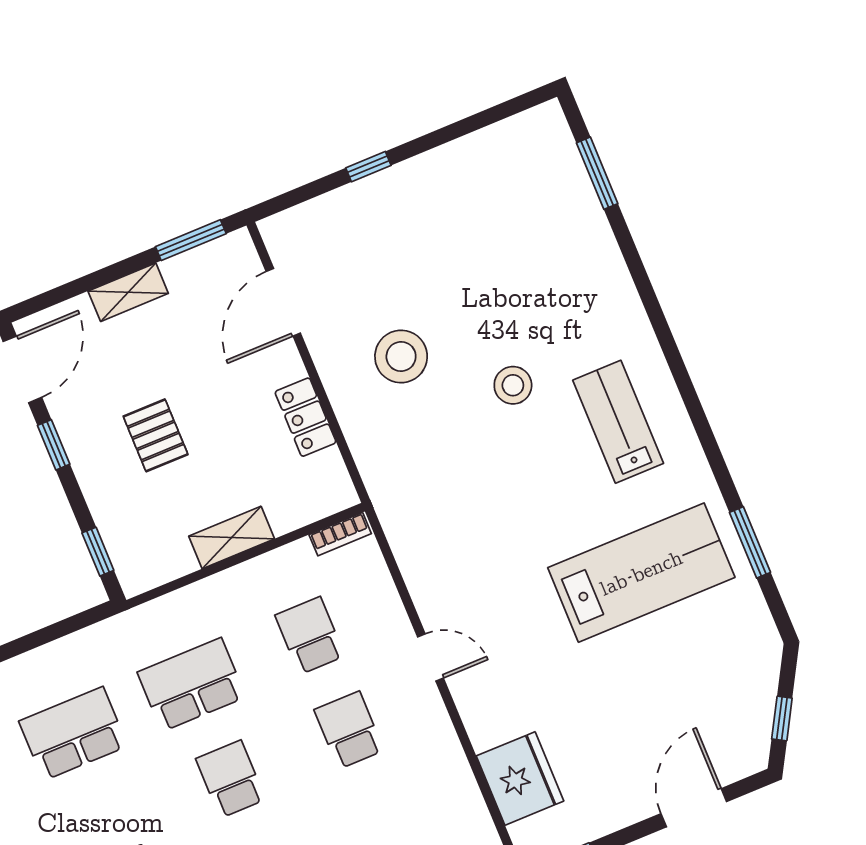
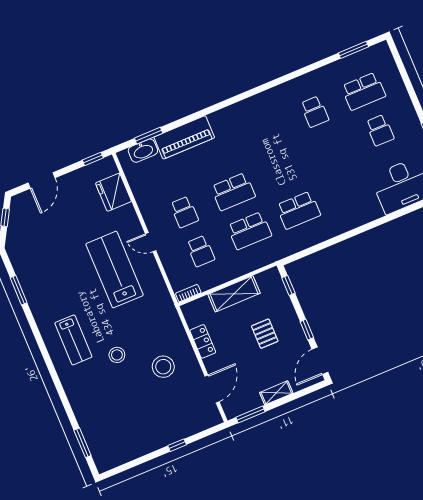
shelving: (232, 537) -> (234, 294), width x1.50, depth x1.33
lab bench: (641, 573) -> (115, 270), moved, turned 90
school desk: (231, 779) -> (233, 192), width x1.85

